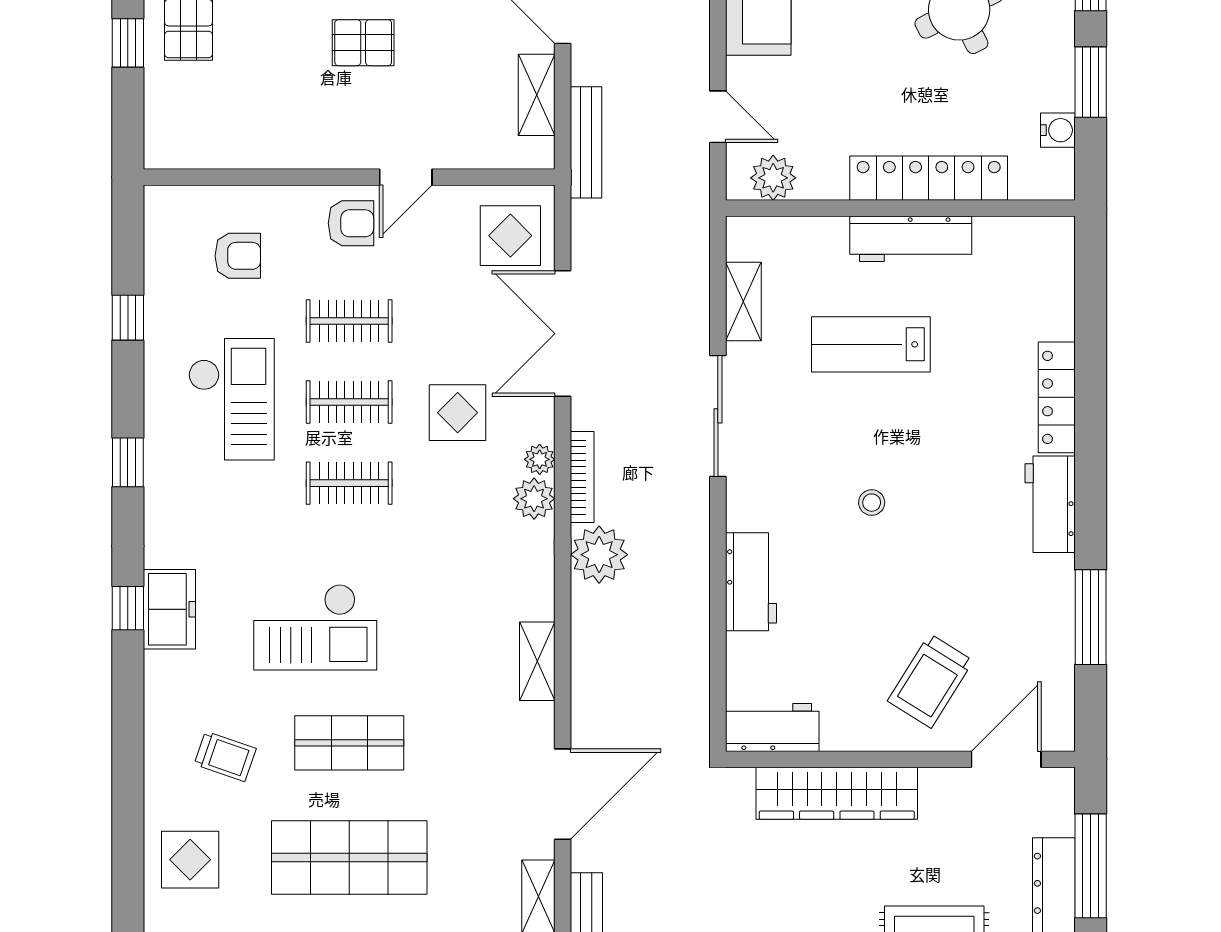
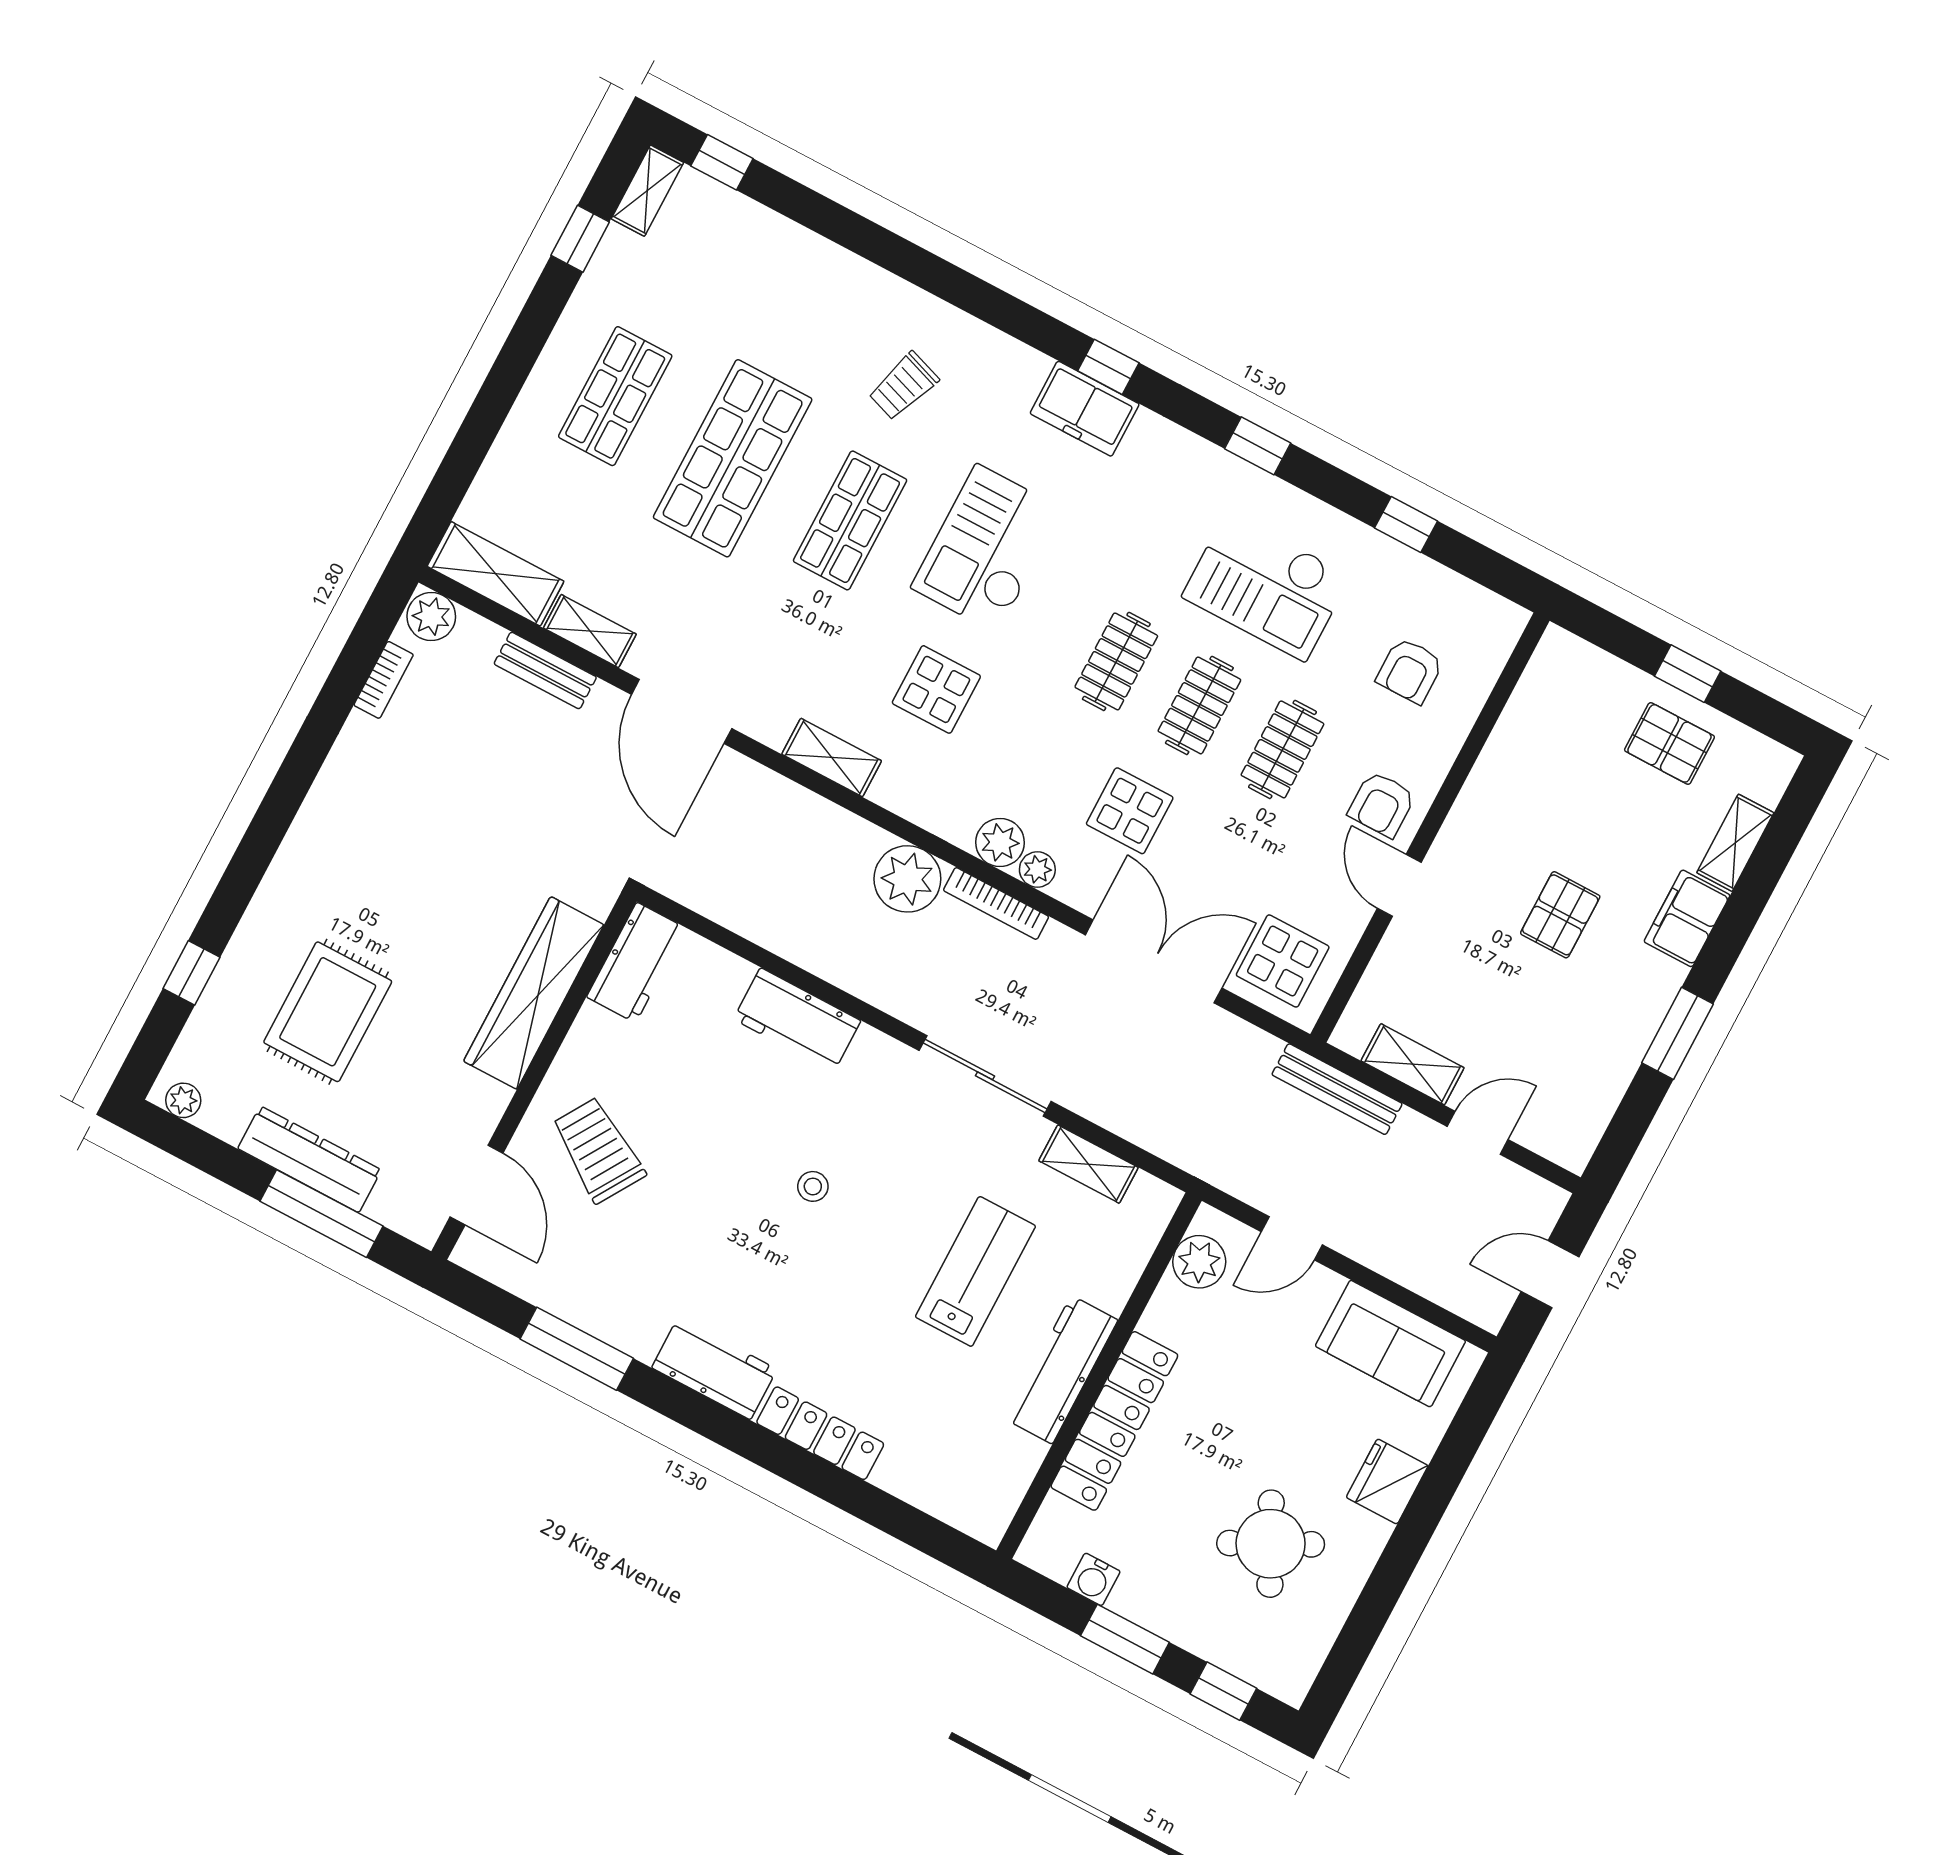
display table: (190, 860) -> (936, 689), moved

